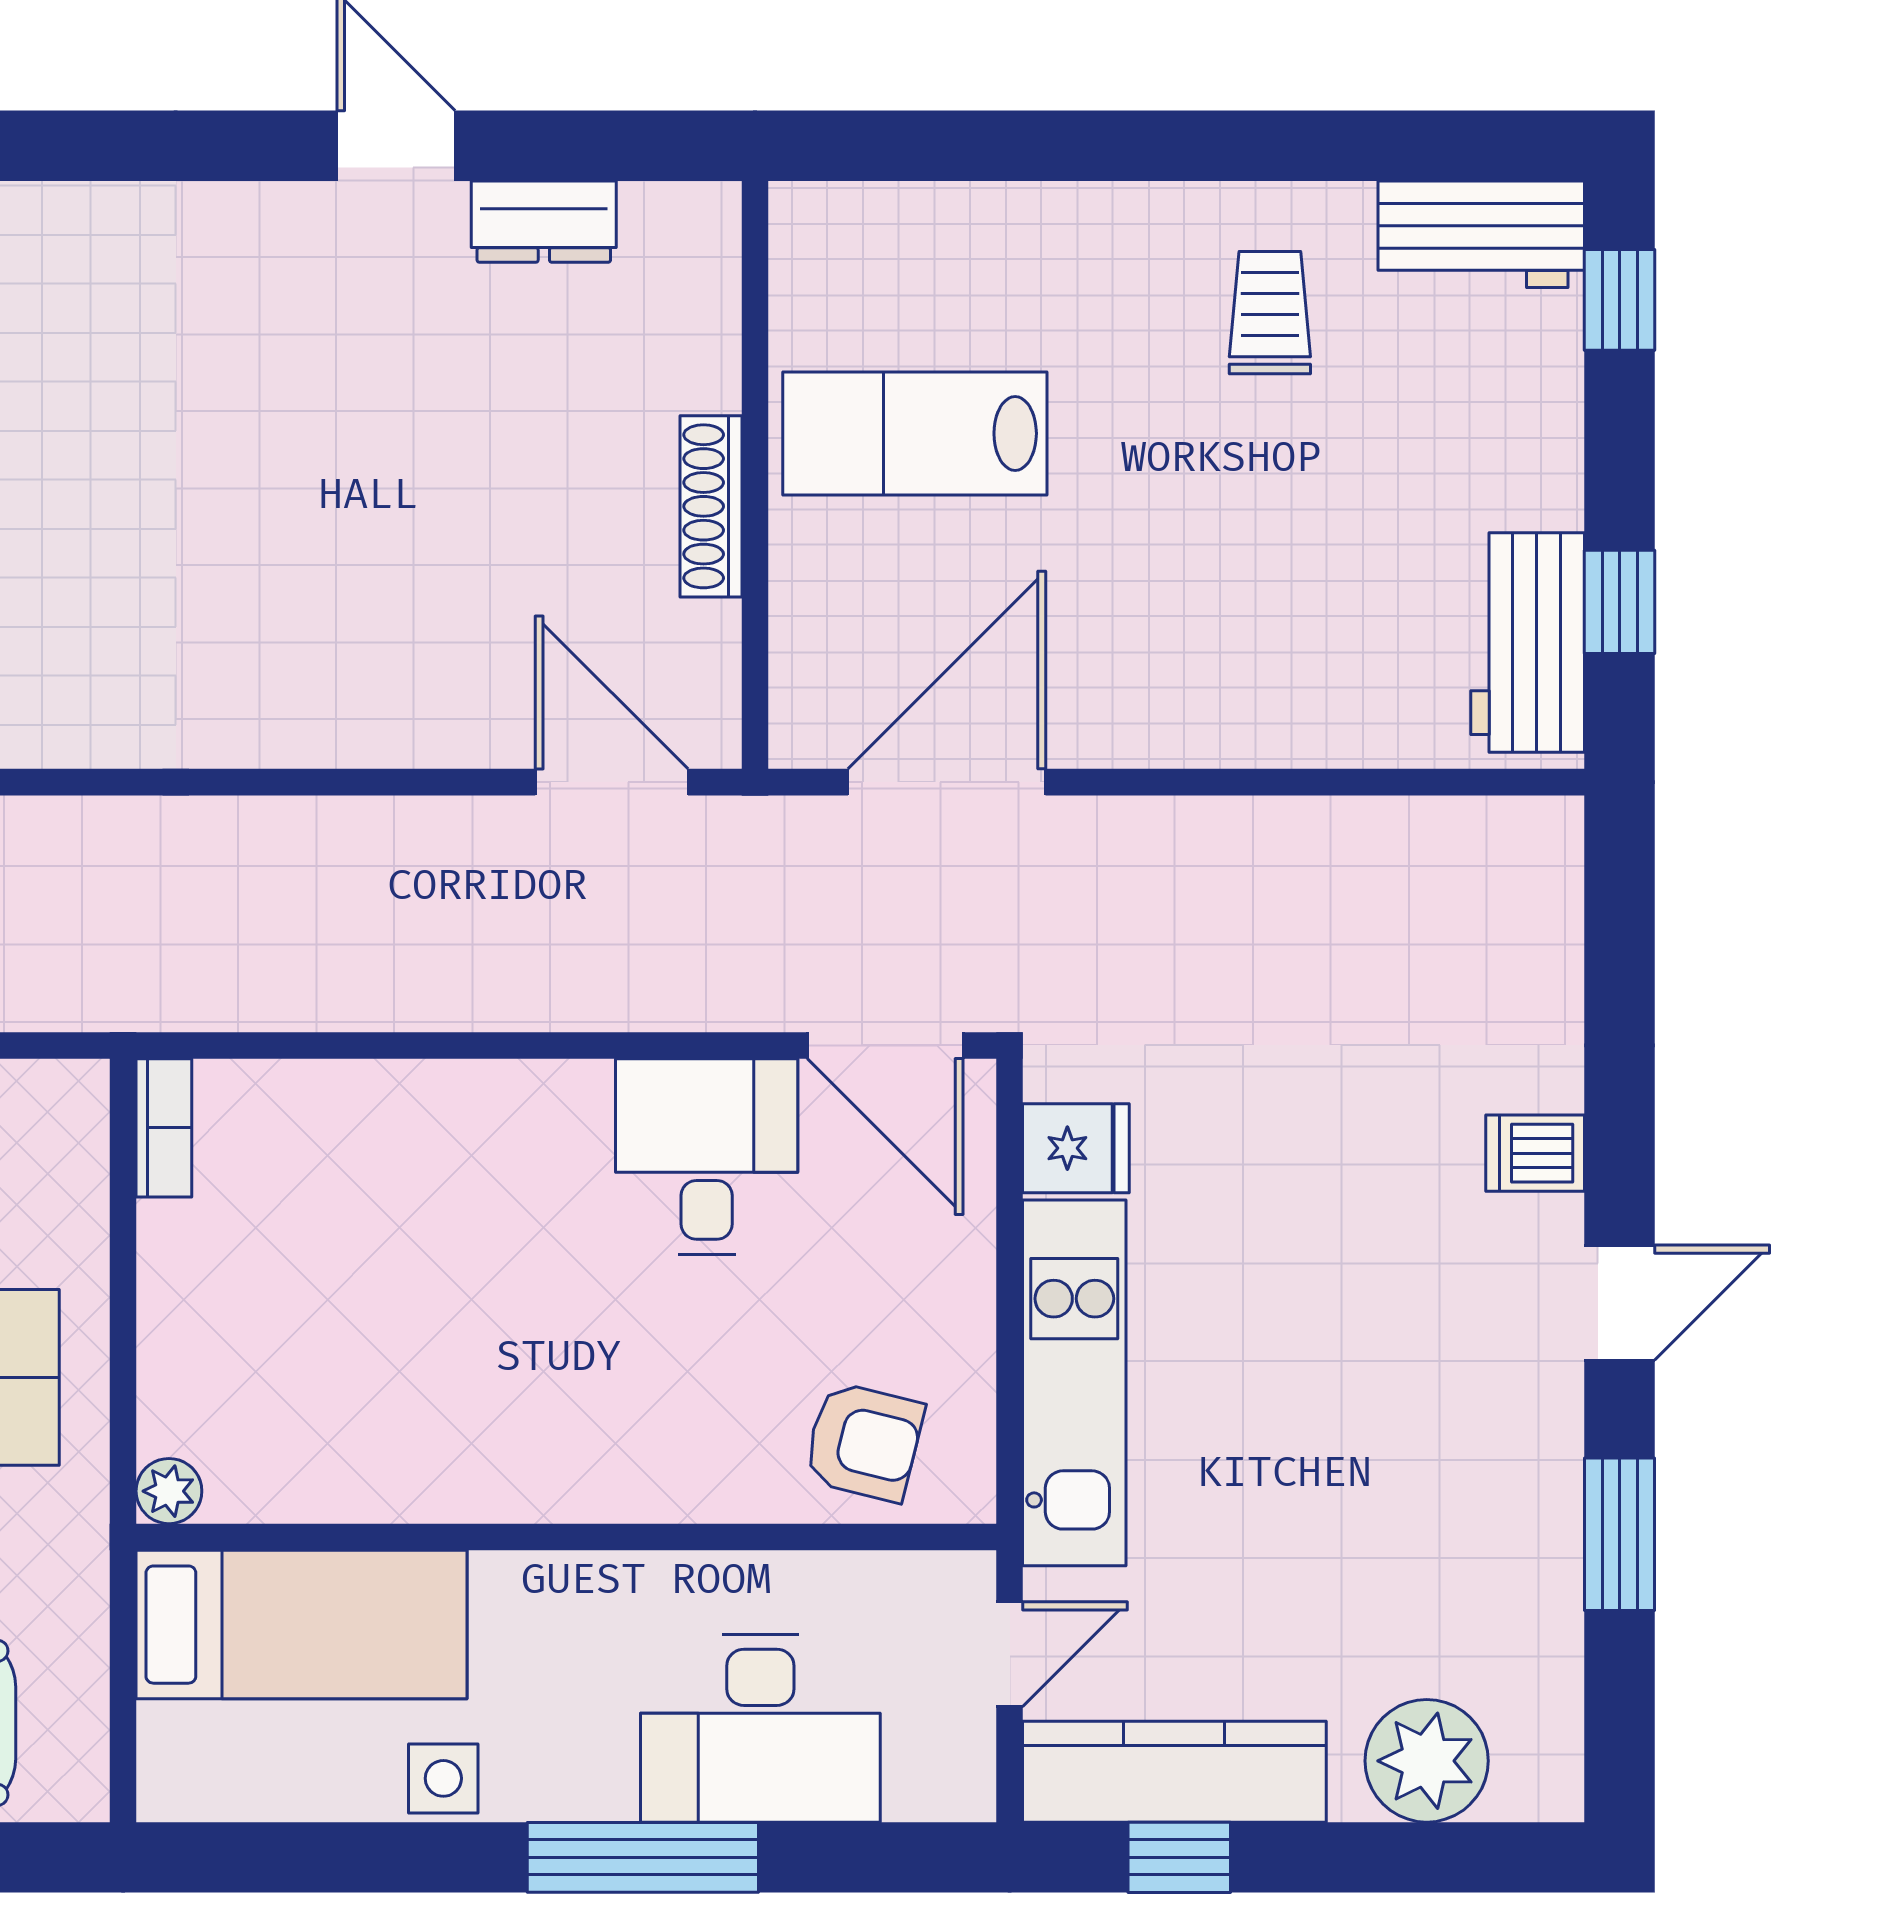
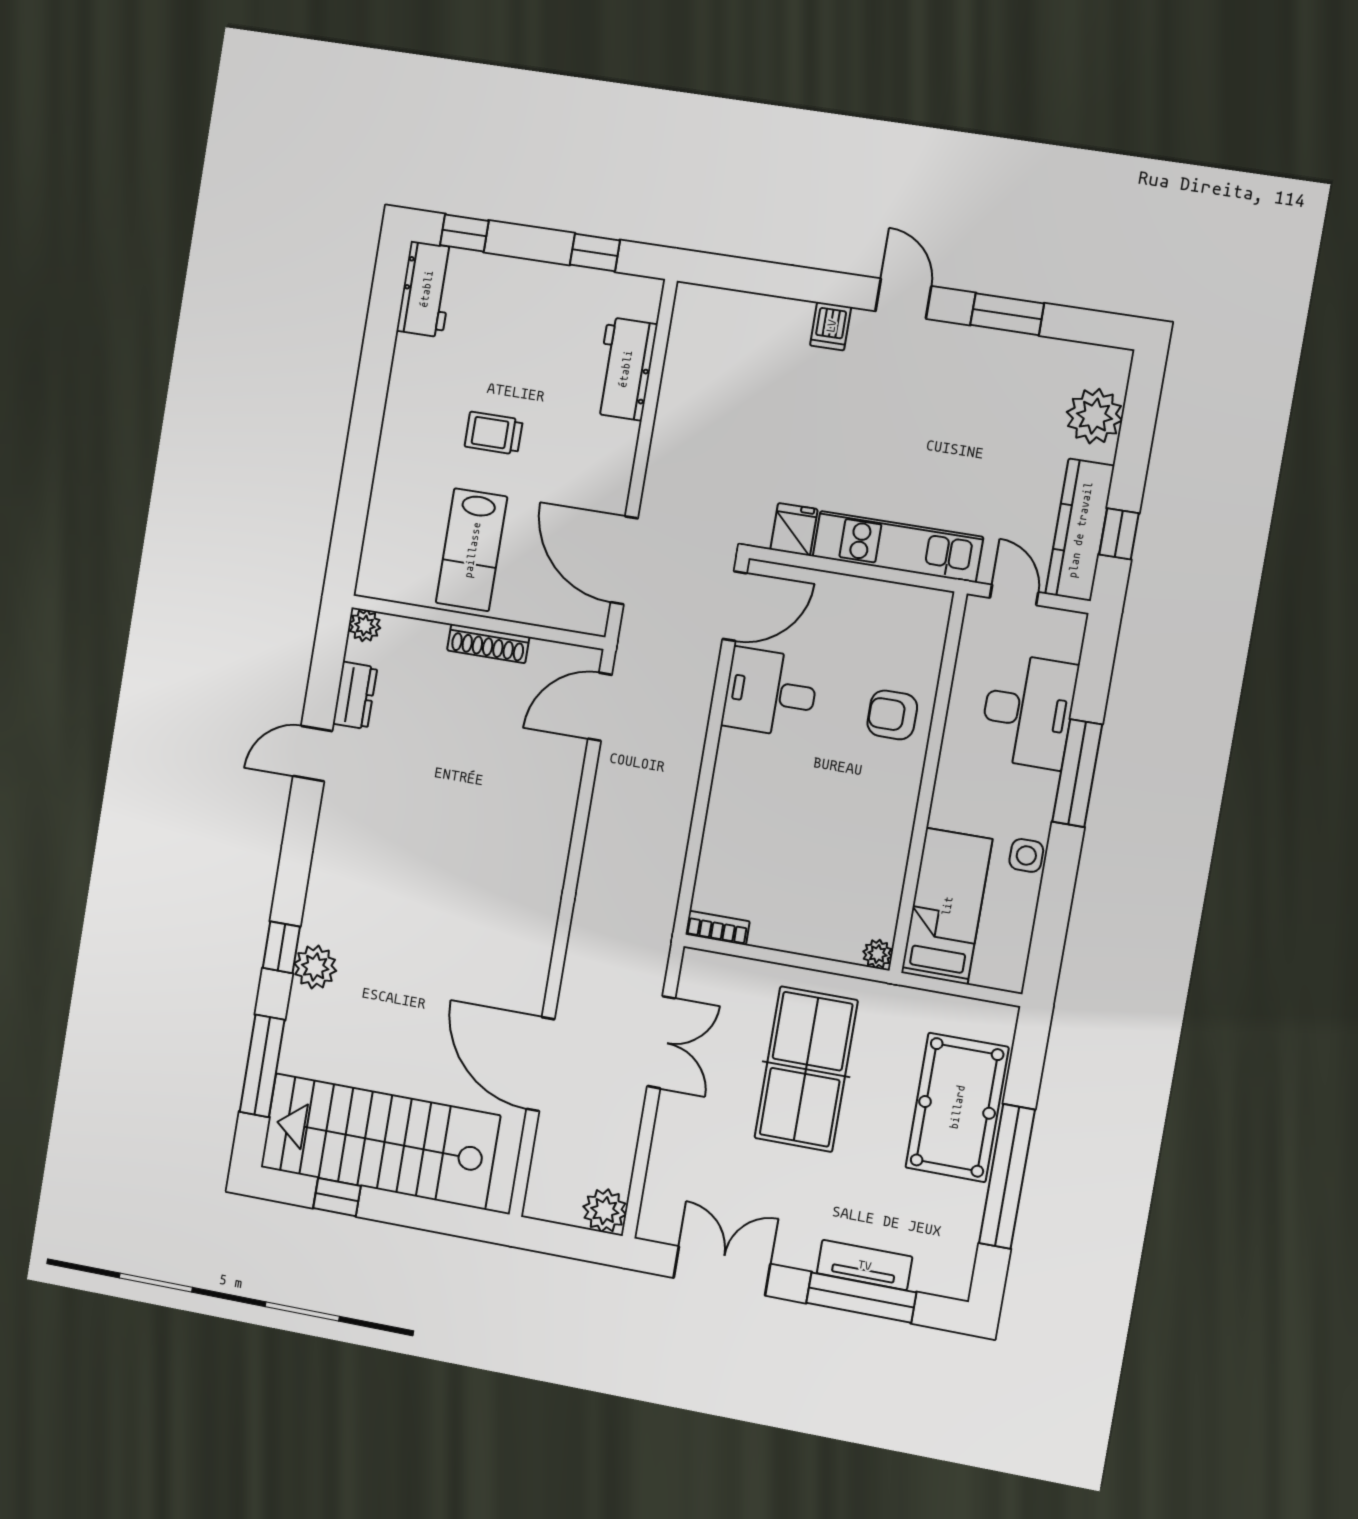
plant: (705, 218) -> (365, 626), added
trolley: (1270, 313) -> (494, 433), moved
workbench: (1528, 642) -> (625, 369), moved, turned 90
armchair: (864, 1442) -> (892, 715), moved, turned -104

